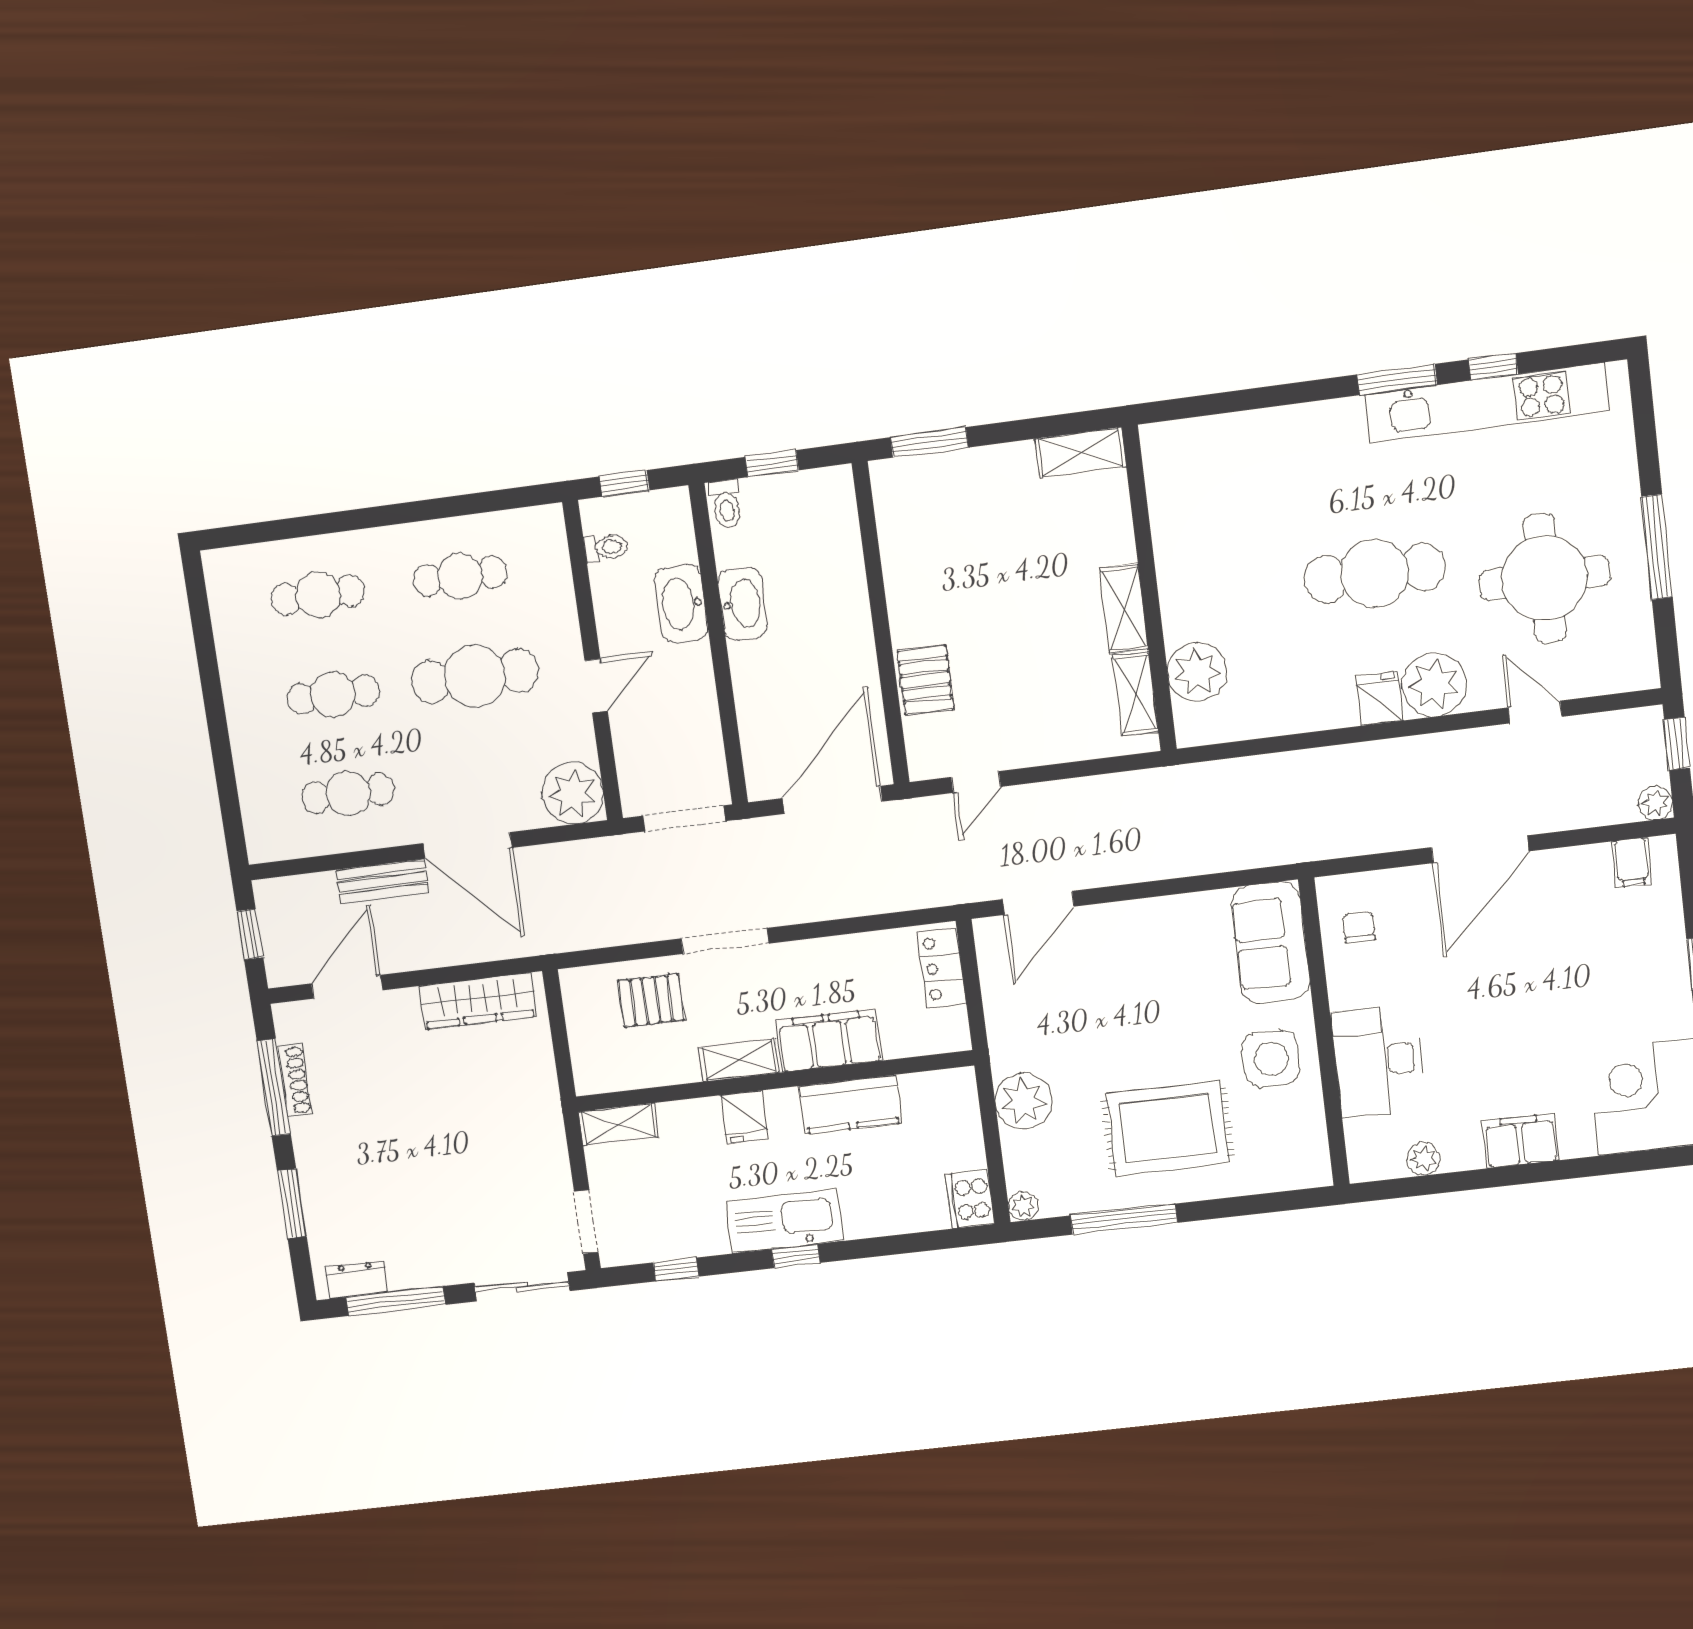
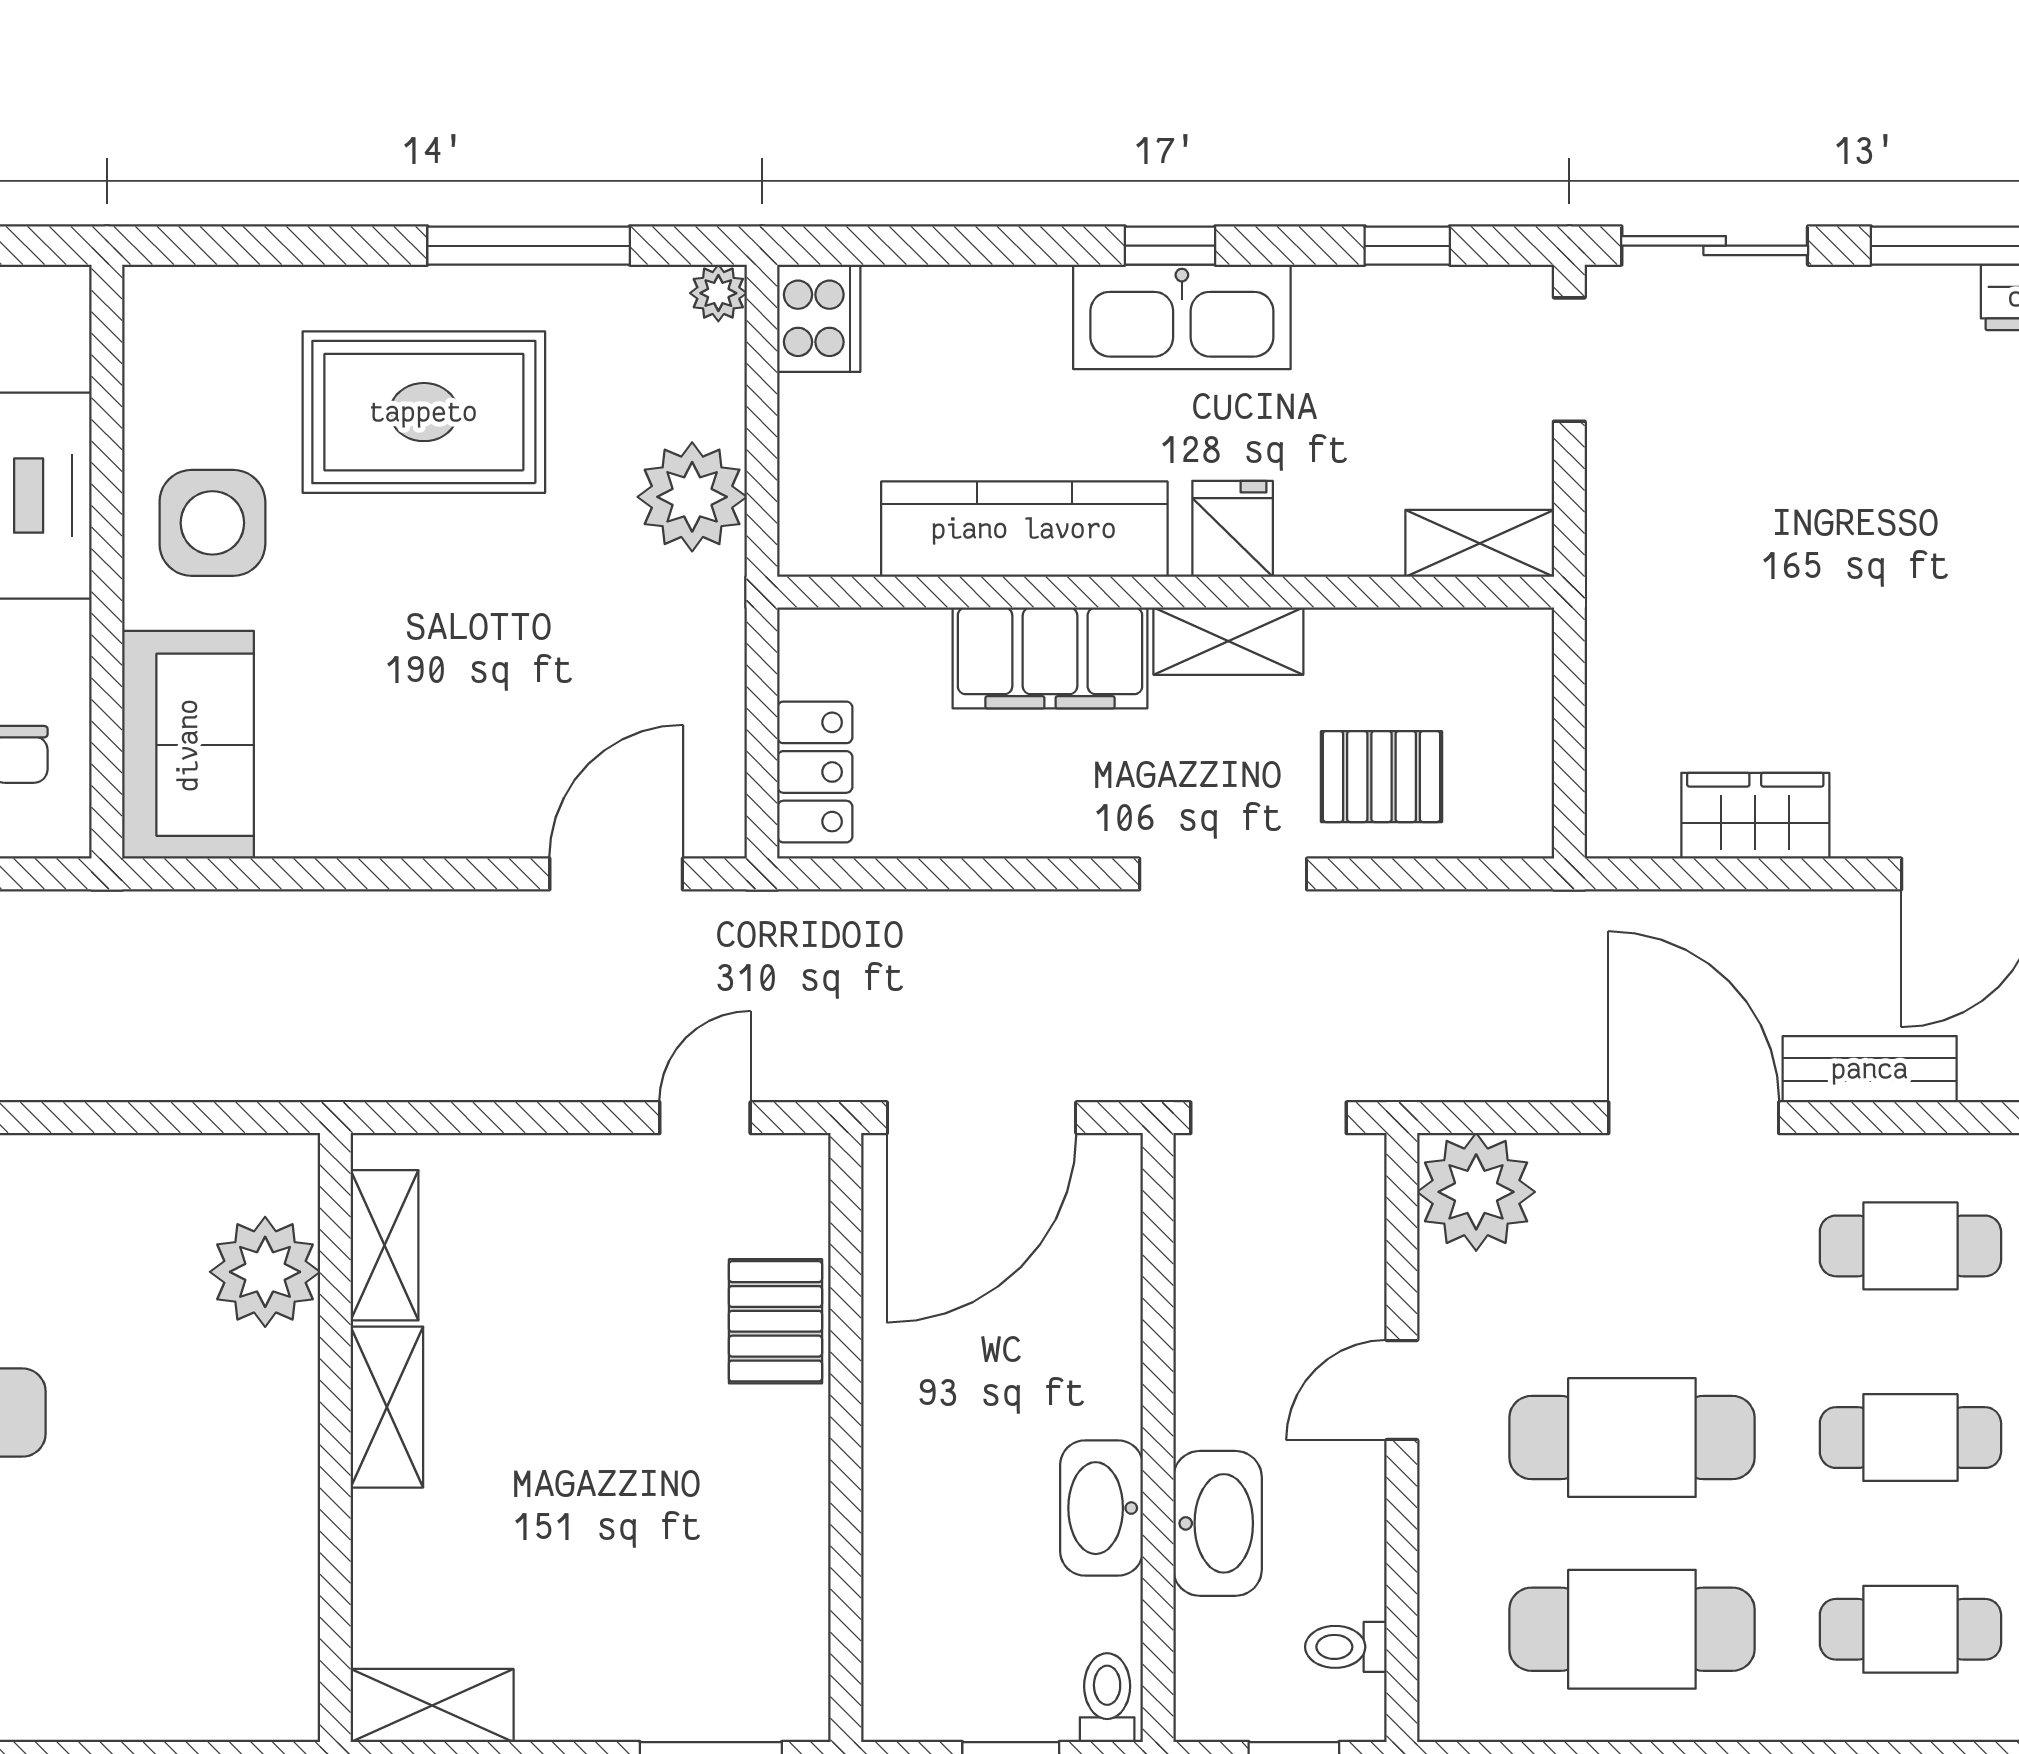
cafe table: (460, 576) -> (1632, 1629), width x1.37, depth x1.35
wardrobe: (478, 1001) -> (1755, 816), width x0.67
kitchen counter: (851, 1105) -> (1024, 529), width x1.50

